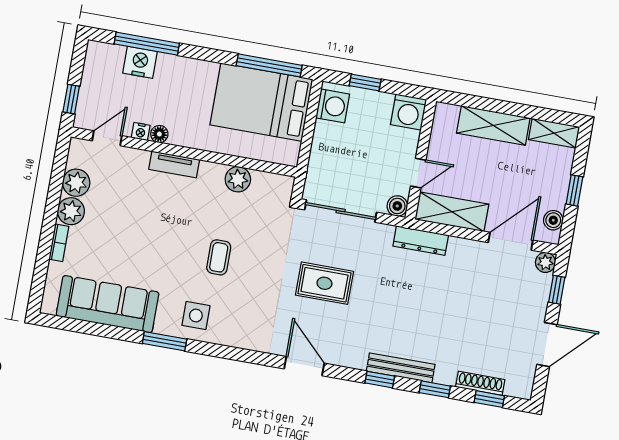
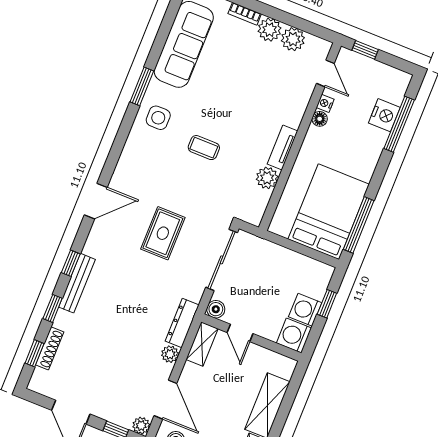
washing machine: (333, 106) -> (305, 310), moved, turned 90
tv unit: (174, 164) -> (282, 148), moved
shelving: (452, 212) -> (202, 344), width x0.67, depth x0.75
plant: (458, 247) -> (170, 354), added

